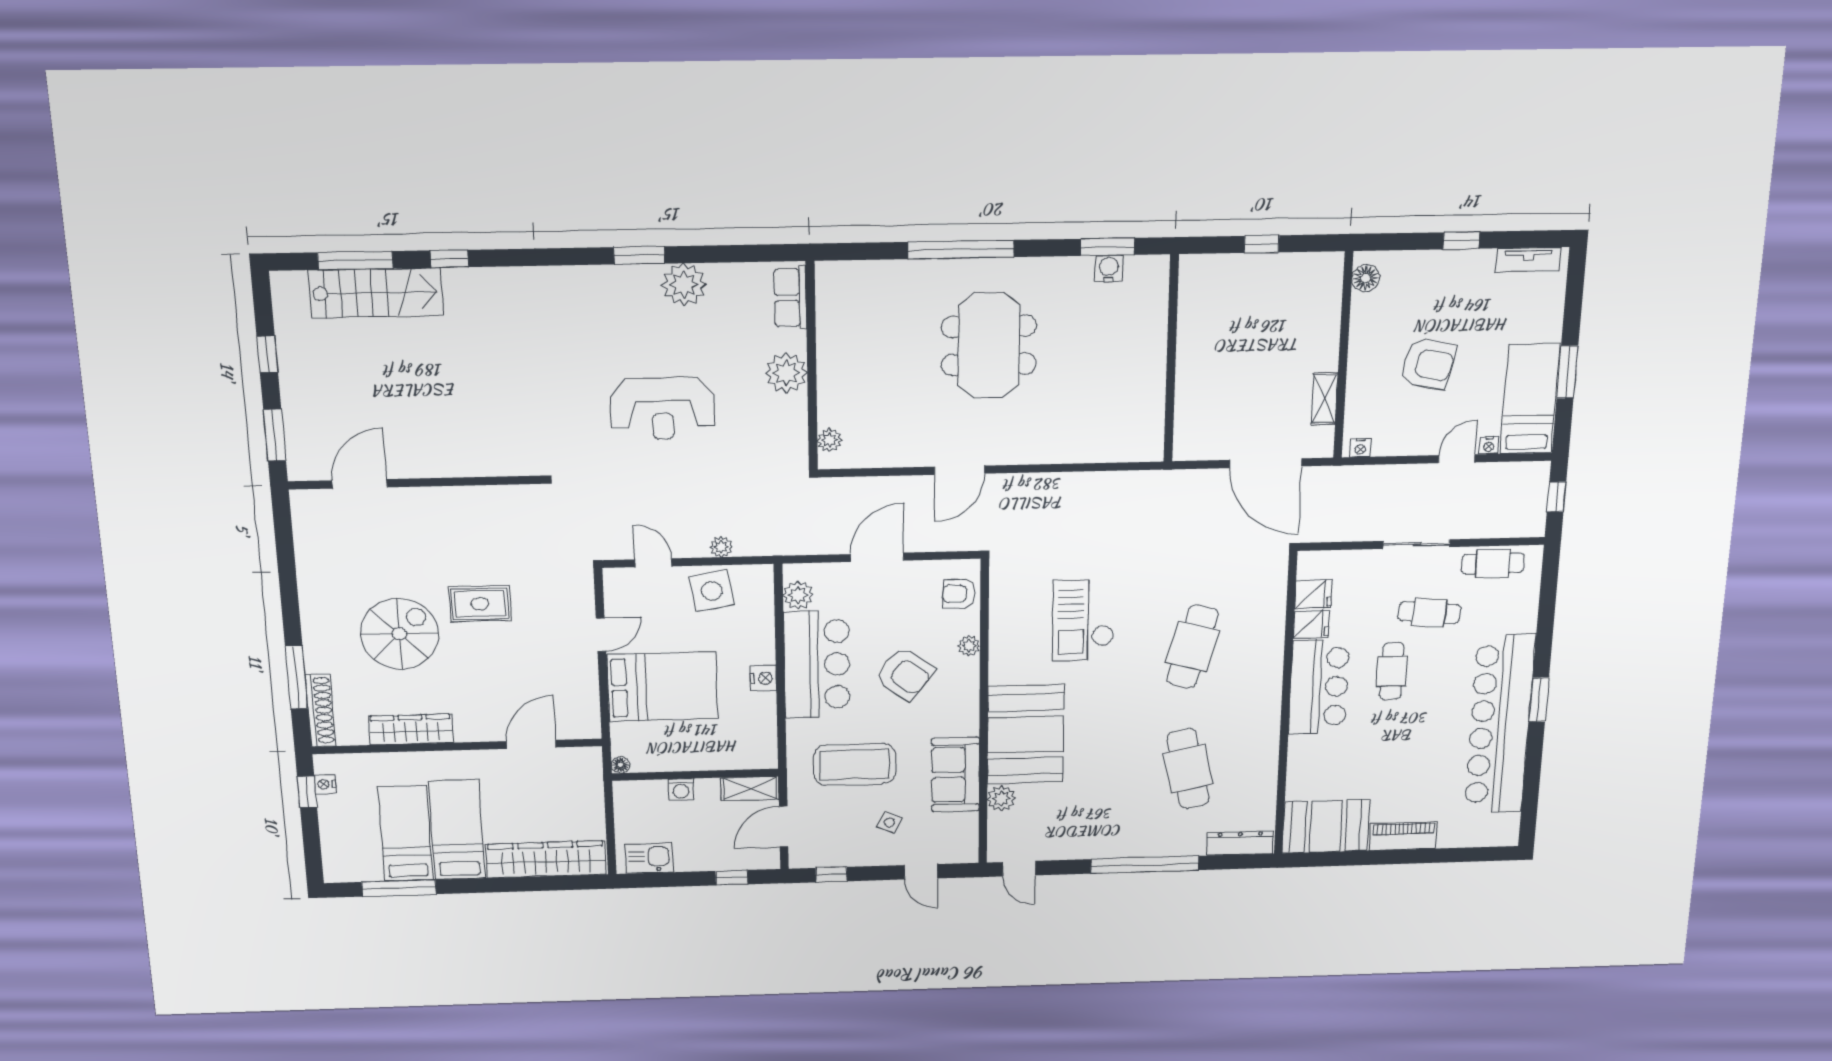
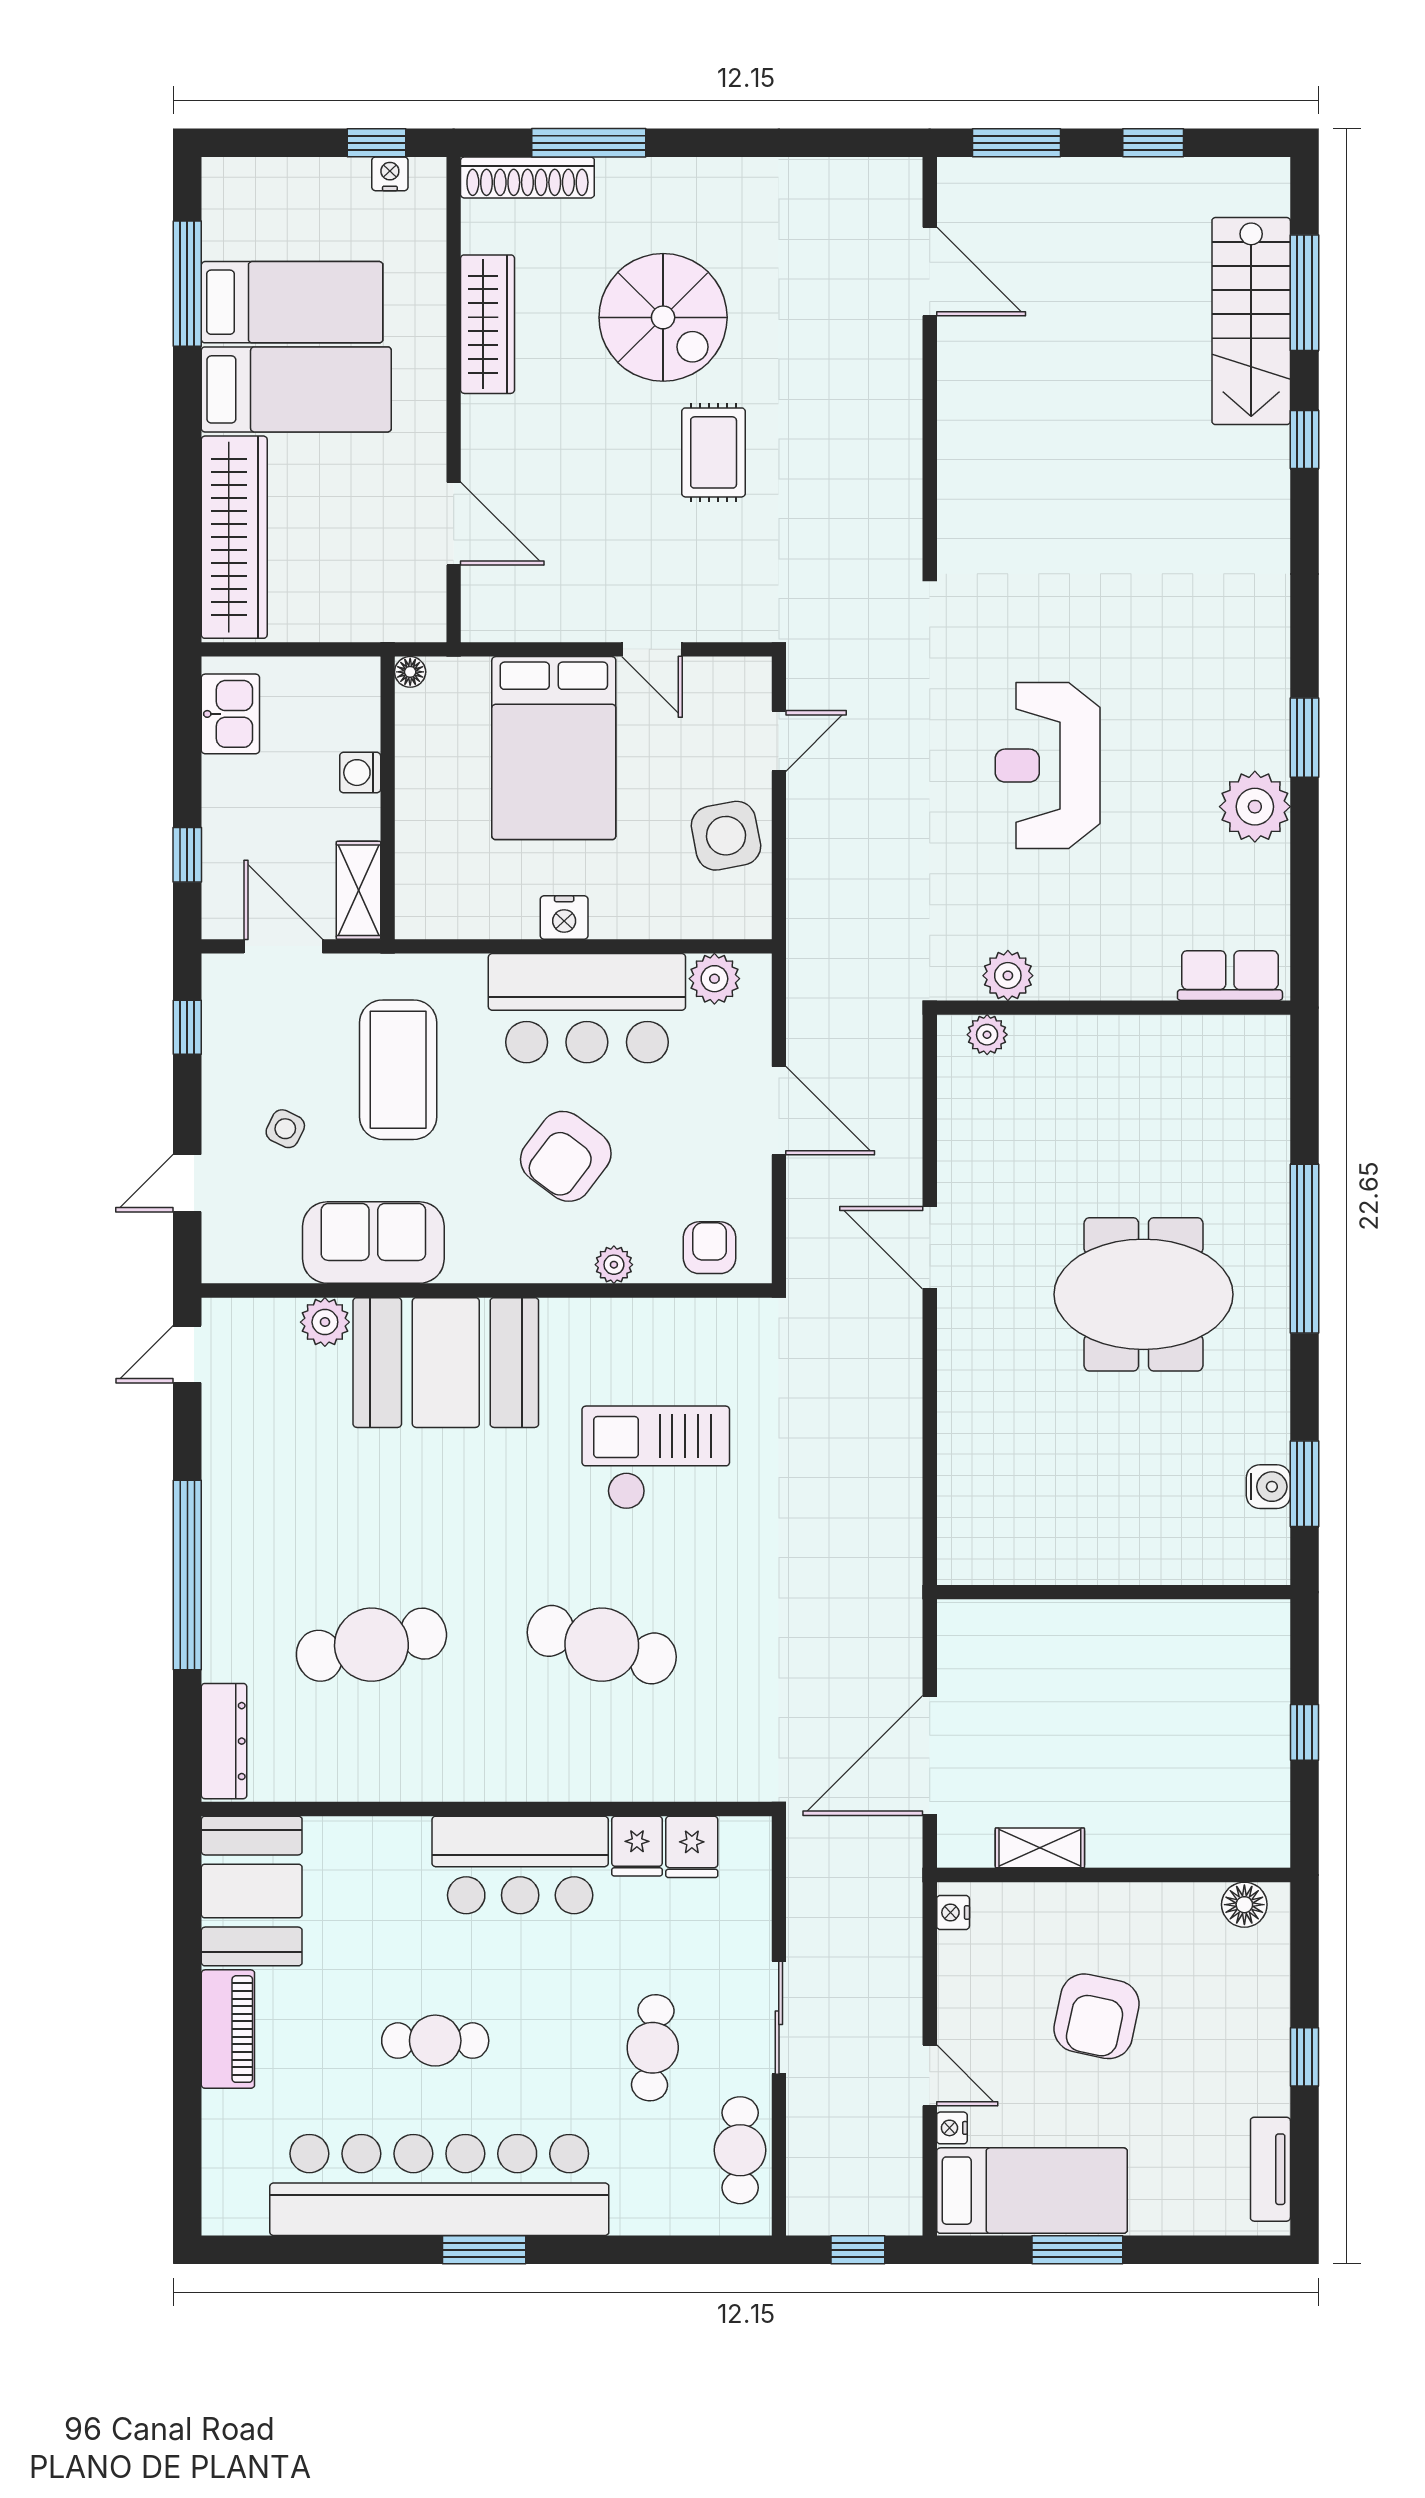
plant: (786, 373) -> (1008, 976), moved, width x0.73, depth x0.73
plant: (721, 547) -> (804, 853), removed
cafe table: (1392, 671) -> (435, 2041), moved

